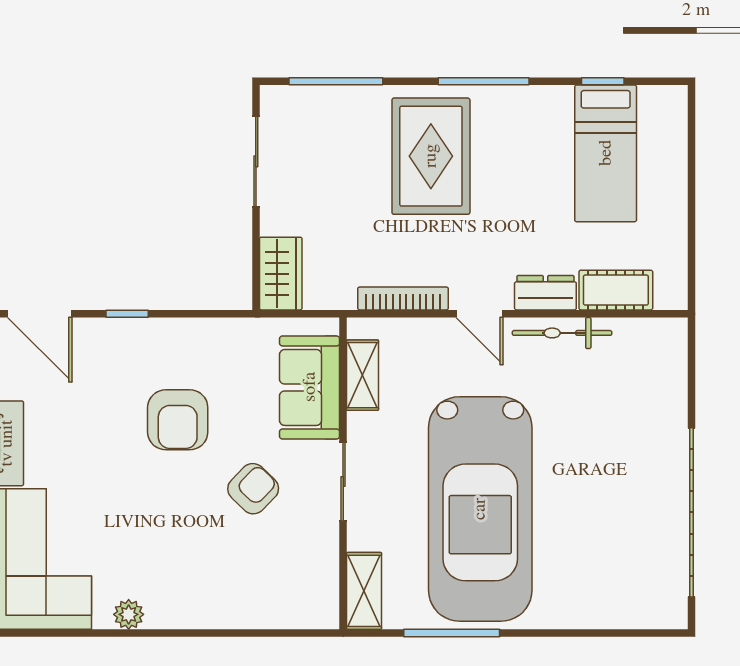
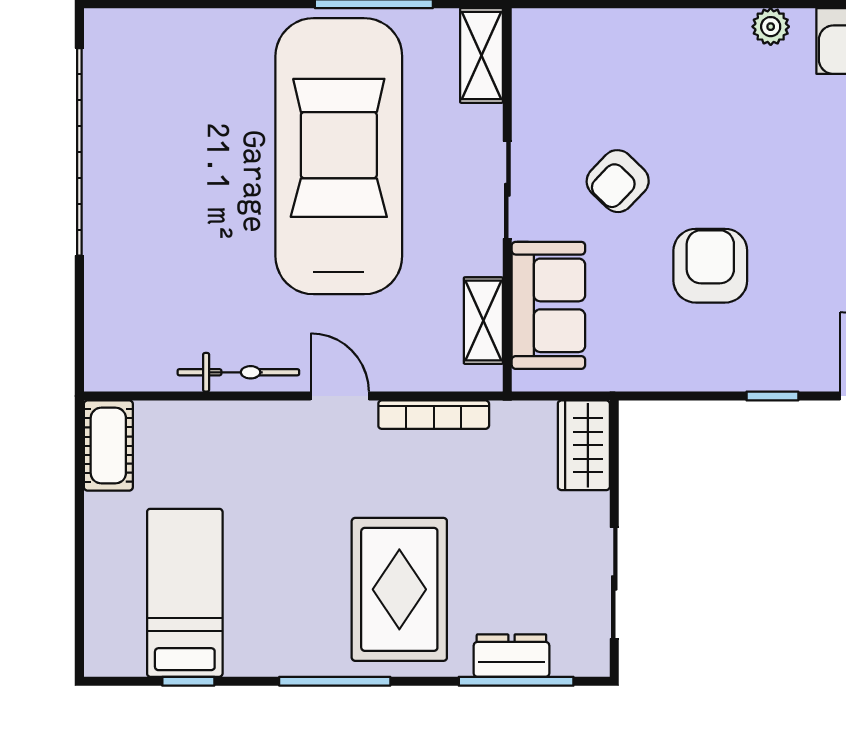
cot: (616, 290) -> (108, 446), moved, turned 90
dresser: (545, 293) -> (511, 656), moved, turned 180

